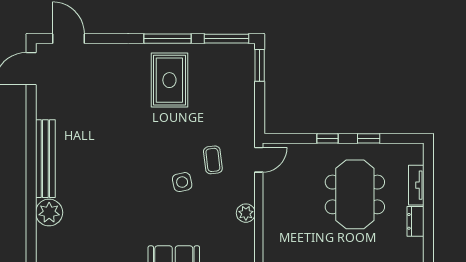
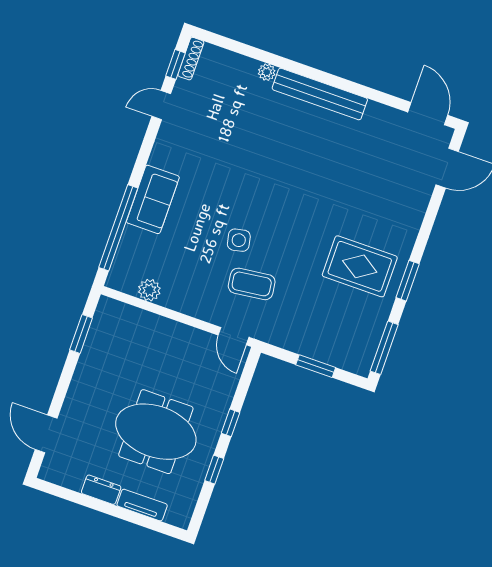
window: (168, 39) -> (408, 281), width x0.69
window: (260, 65) -> (316, 366), moved
coffee table: (213, 160) -> (252, 284), width x1.36, depth x1.30
plant: (49, 213) -> (267, 72), width x0.53, depth x0.53
plant: (246, 213) -> (149, 290), moved

